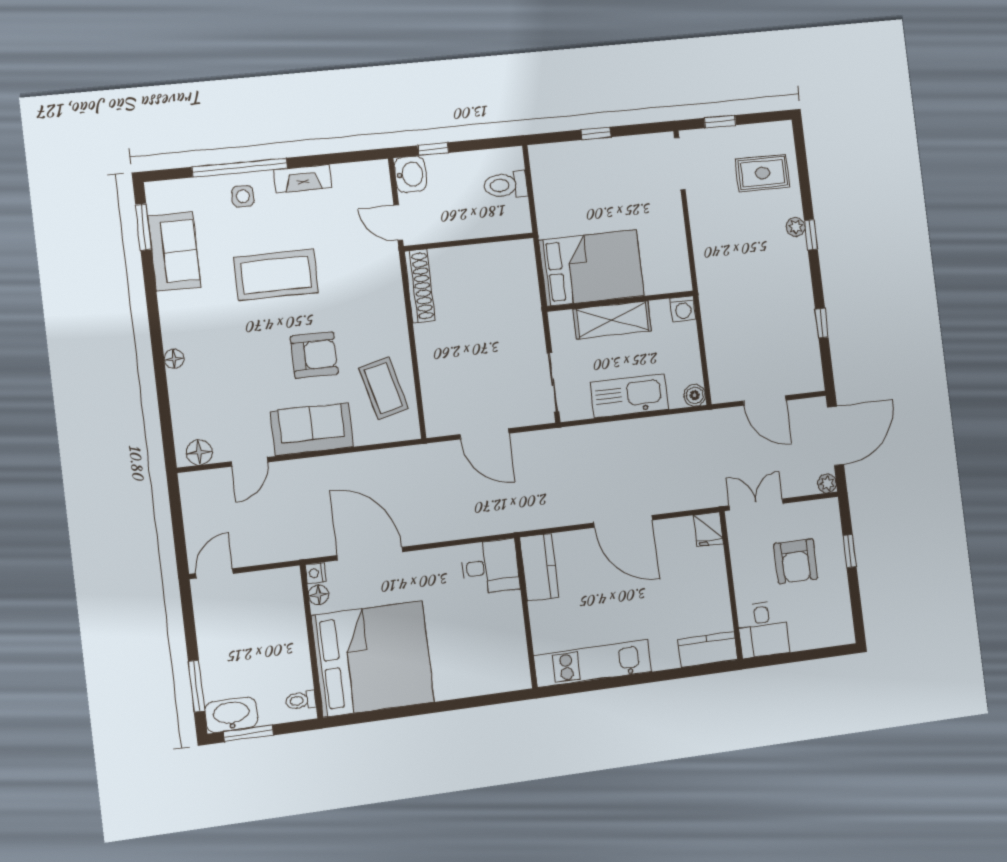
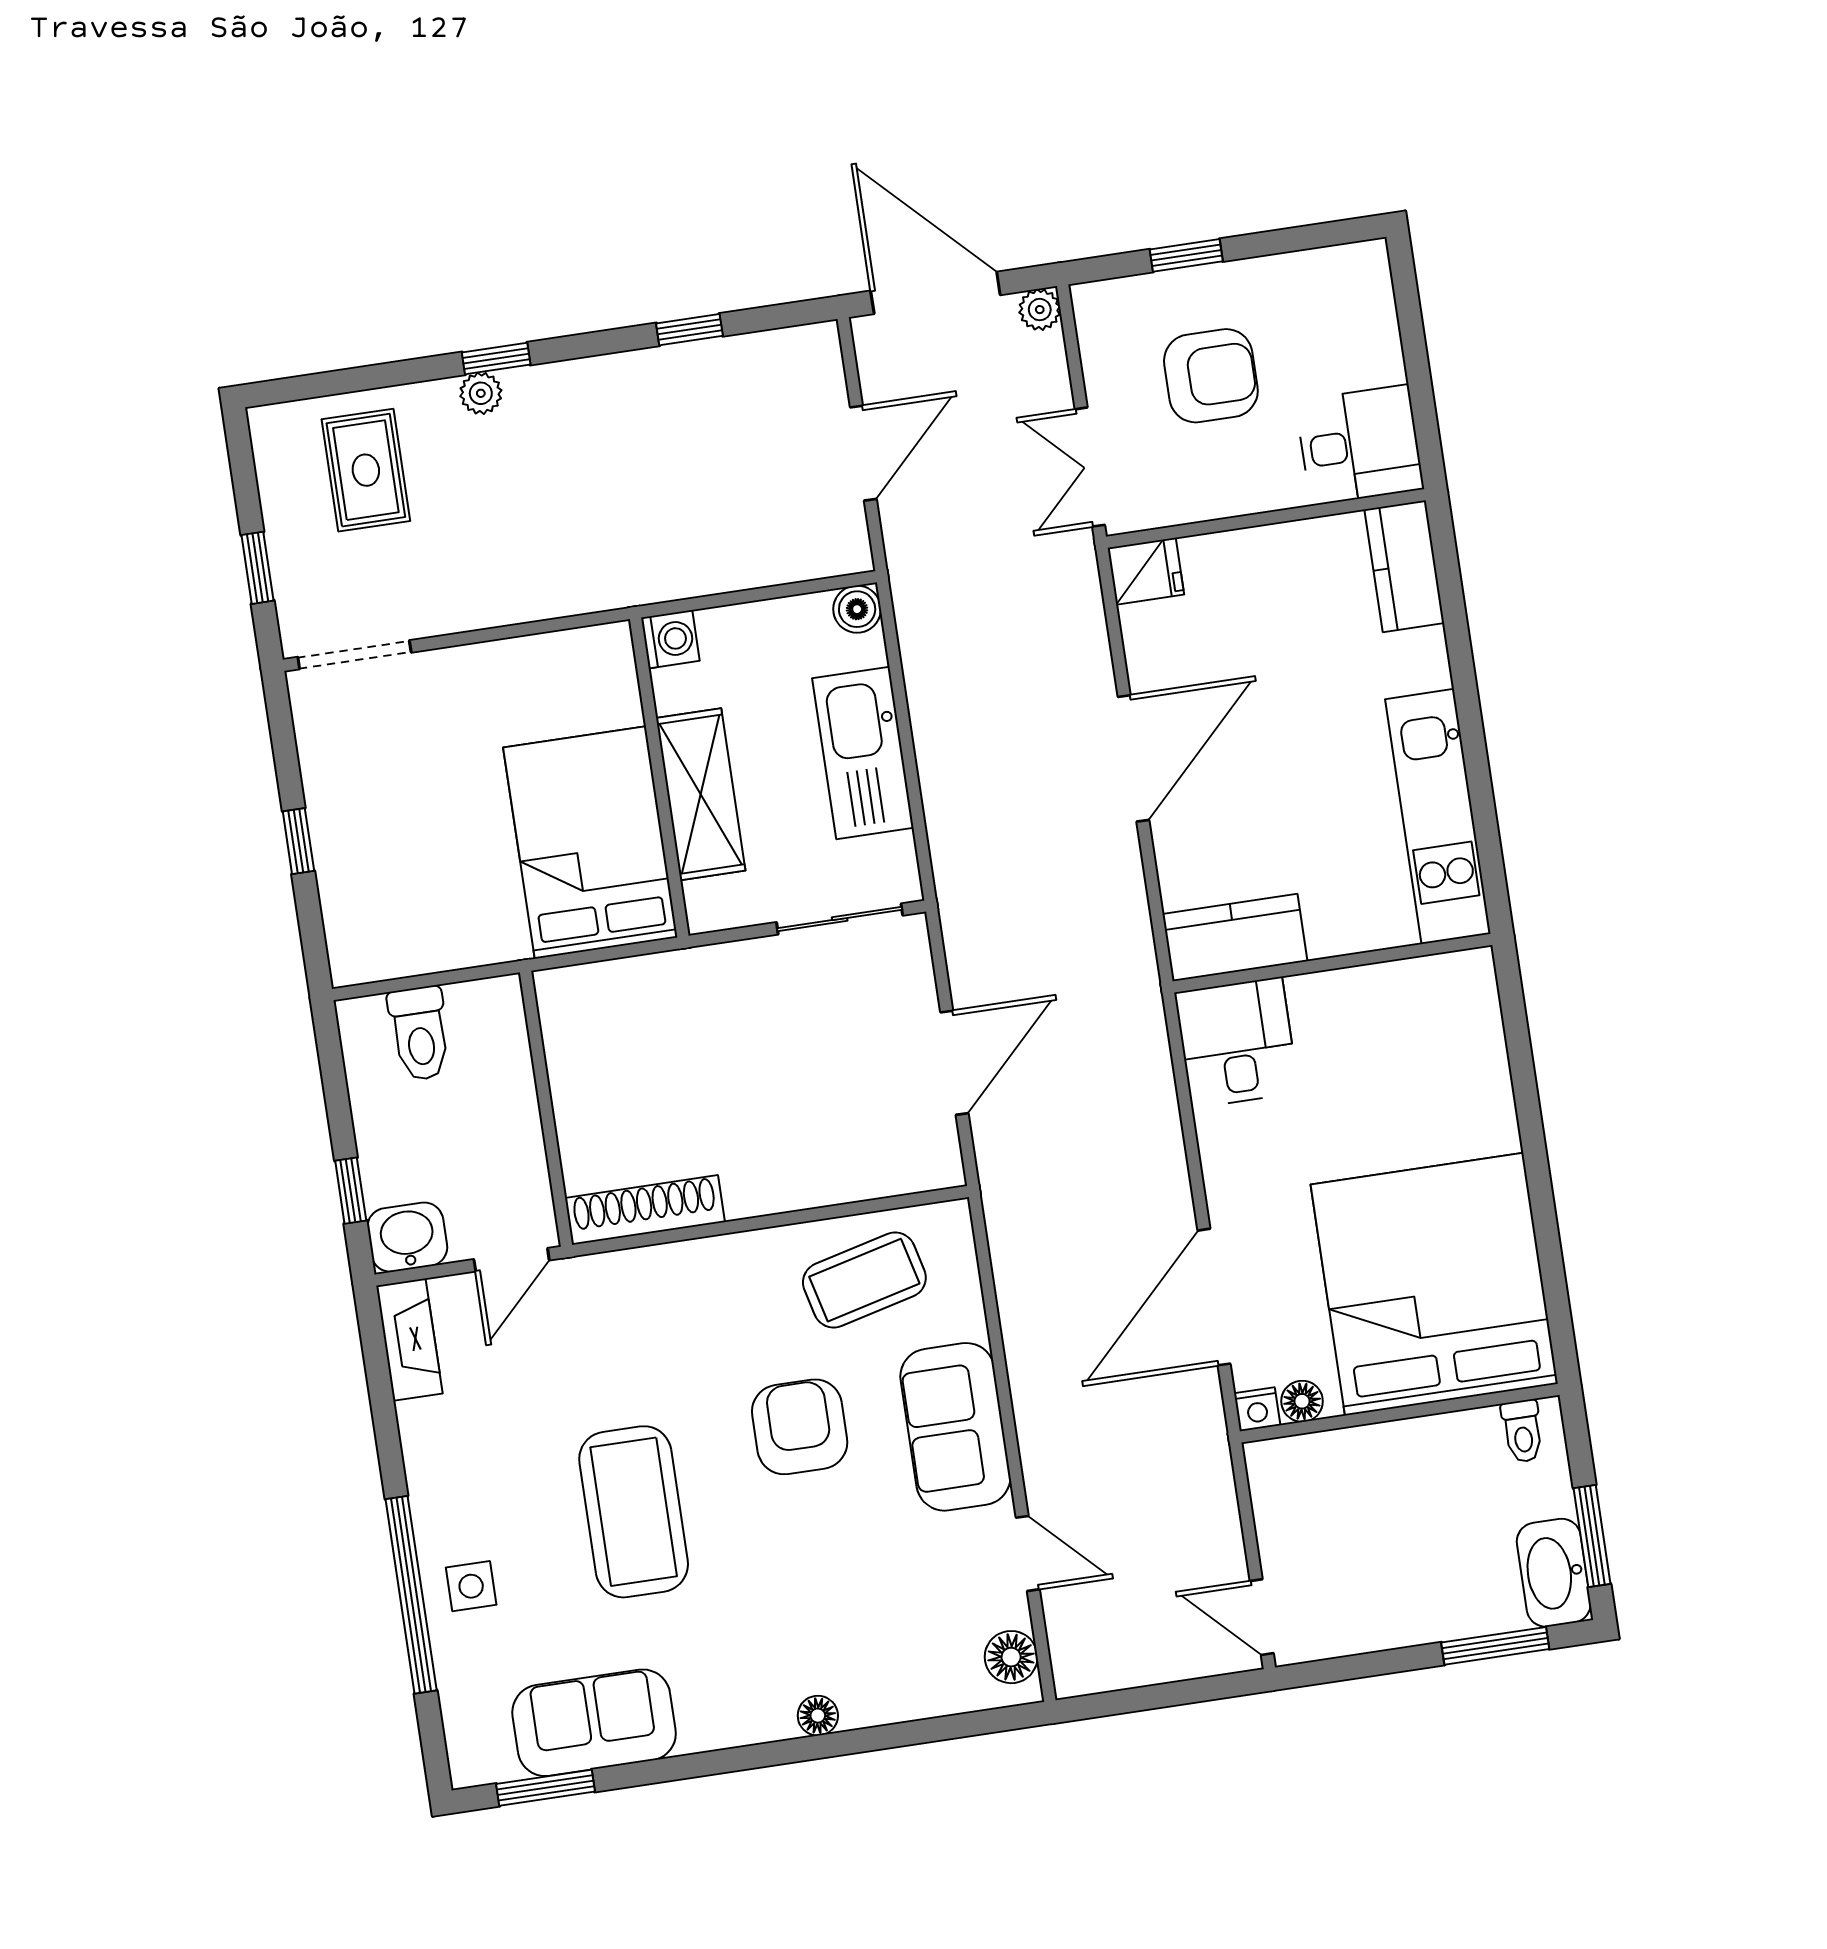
fireplace: (303, 179) -> (409, 1340), moved

